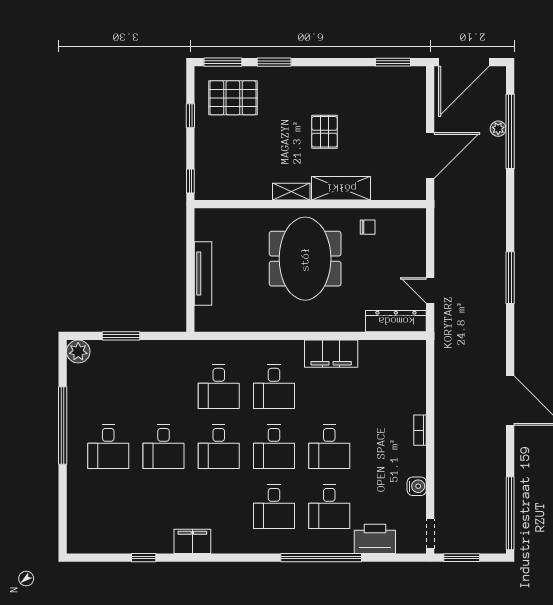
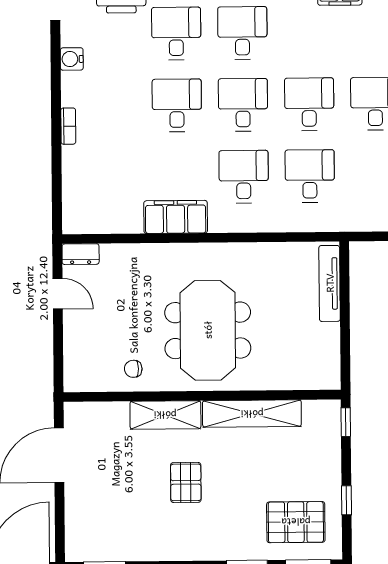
shelving: (291, 192) -> (252, 414), width x2.20, depth x1.33
tv unit: (203, 273) -> (330, 283), moved
dresser: (396, 321) -> (81, 254), width x0.51, depth x0.80

